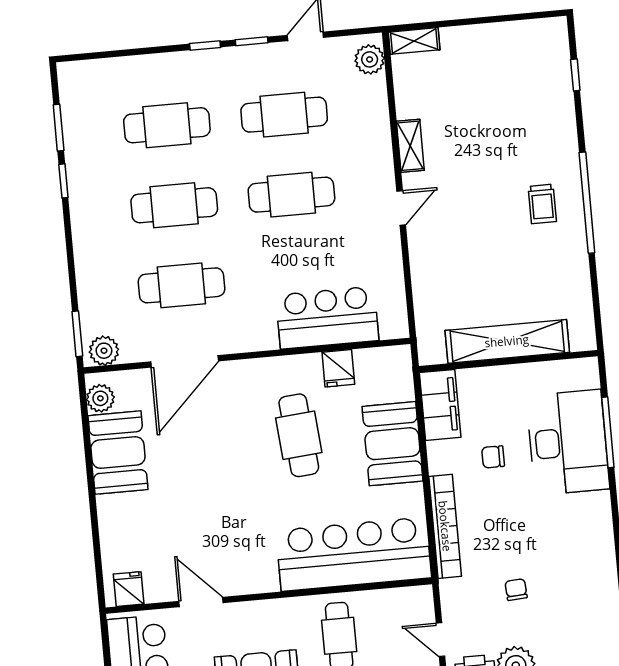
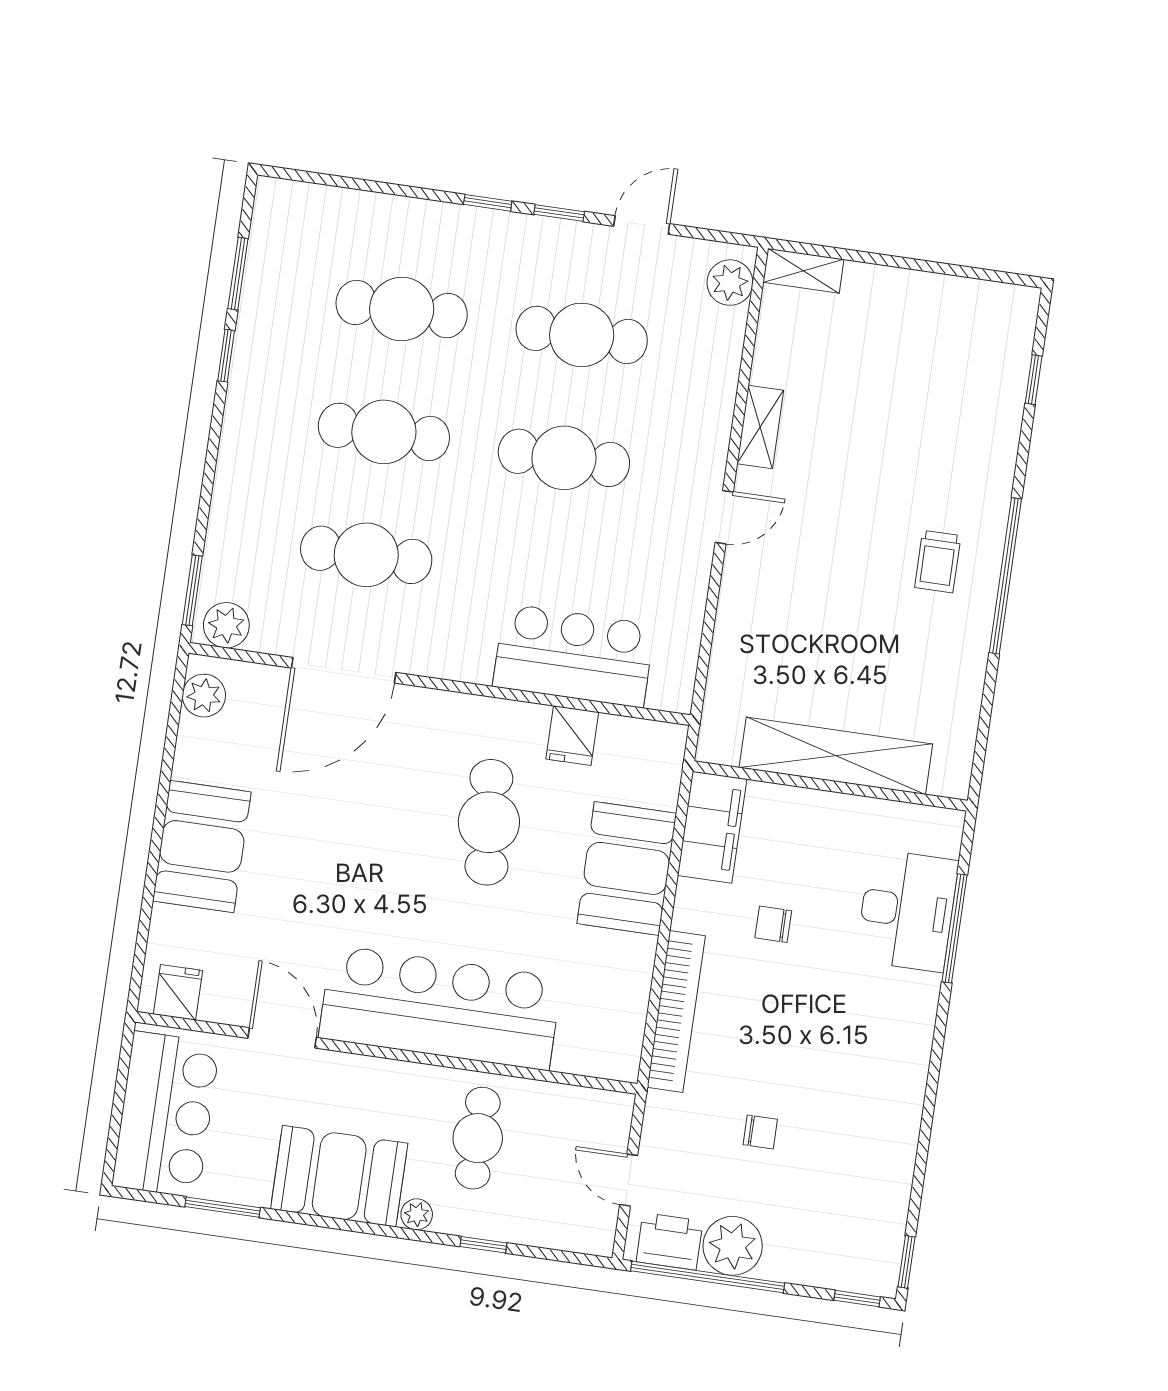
desk: (568, 442) -> (907, 910), width x0.73, depth x0.77
booth: (118, 453) -> (202, 846), moved
bar counter: (354, 554) -> (440, 1008), moved
chair: (516, 590) -> (760, 1132), turned 94

